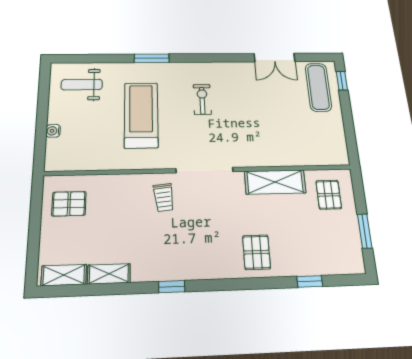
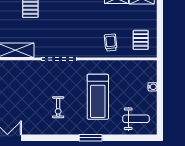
trolley: (164, 197) -> (111, 42), moved
pallet: (69, 204) -> (141, 40), turned 90

